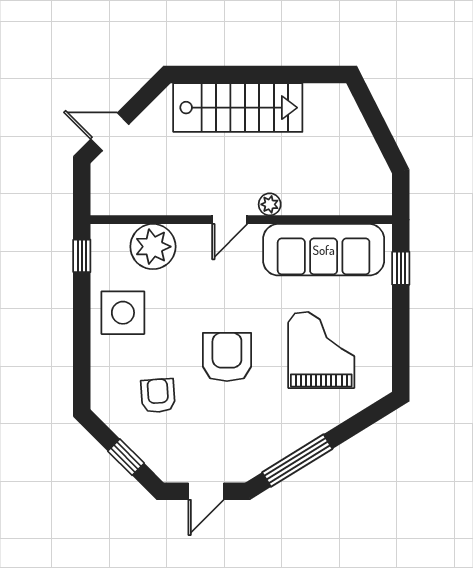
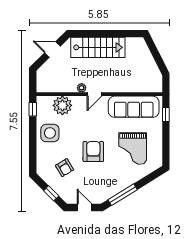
door: (110, 132) -> (52, 50), moved
plant: (270, 204) -> (82, 88), moved
grand piano: (321, 350) -> (133, 149), turned 180
armchair: (158, 396) -> (65, 168), turned 153
door: (206, 491) -> (85, 208), swing flipped

